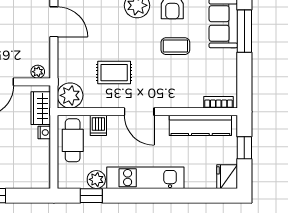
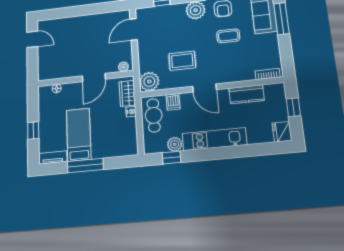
door: (54, 22) -> (134, 29), swing flipped
kitchen counter: (200, 125) -> (247, 94), width x0.67

